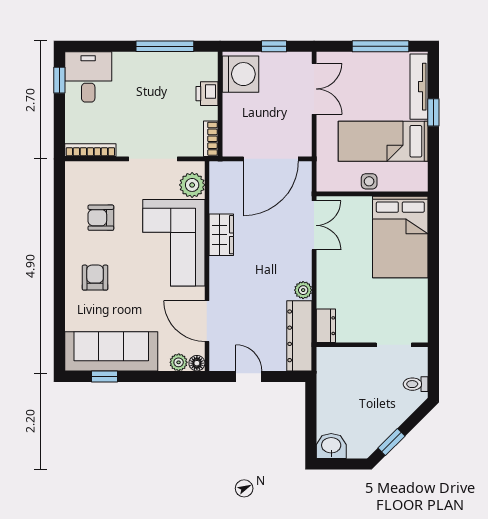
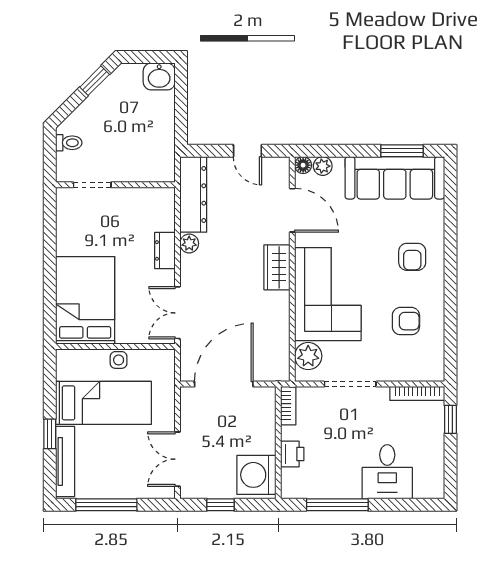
desk: (88, 77) -> (387, 472), moved
window: (59, 80) -> (450, 419), moved
wardrobe: (221, 235) -> (277, 267), moved
dresser: (326, 326) -> (165, 250), moved
window: (105, 377) -> (402, 151), width x1.50

